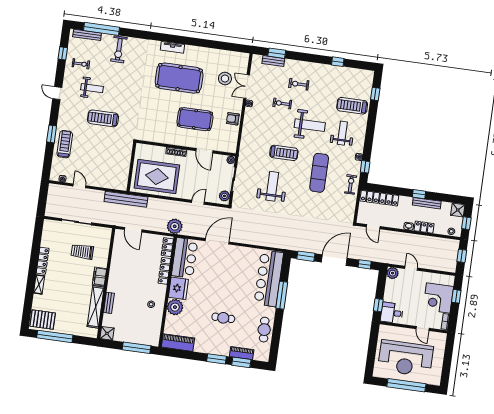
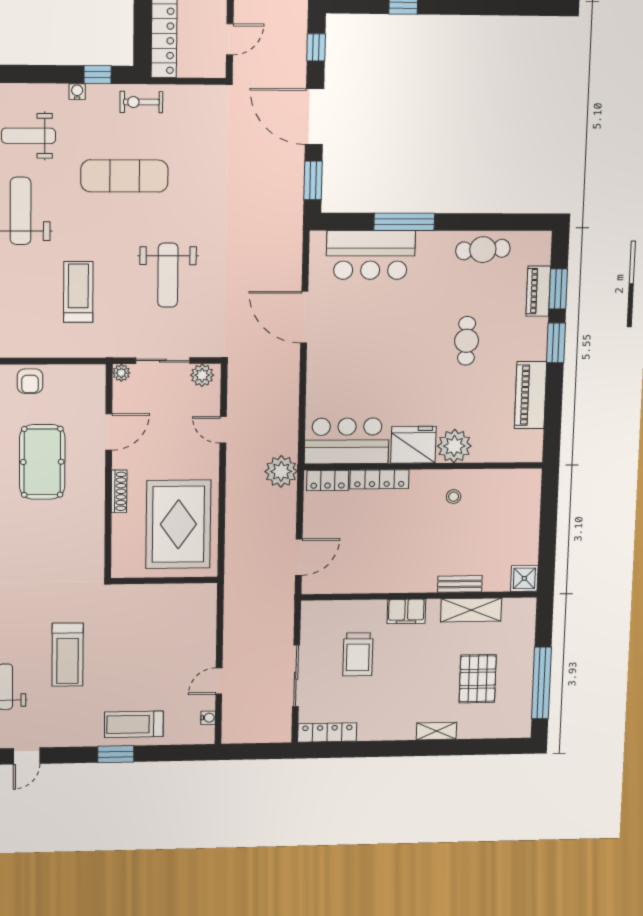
treadmill: (284, 153) -> (78, 292), moved
weight bench: (272, 186) -> (168, 275), turned -90
bench: (126, 199) -> (235, 582), removed
door: (217, 241) -> (304, 317), moved
locker: (43, 261) -> (327, 732), moved
bar counter: (269, 278) -> (371, 255), width x0.73
shelving: (96, 307) -> (471, 610), width x0.68
pallet: (43, 320) -> (478, 679), moved
piano: (178, 343) -> (530, 395), moved
window: (136, 348) -> (549, 513), removed

